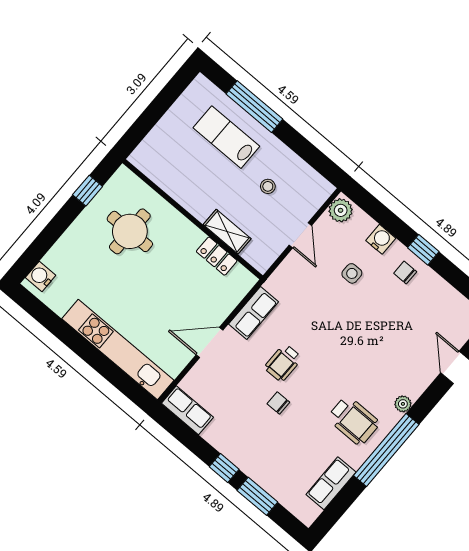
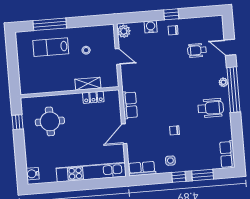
side table: (352, 273) -> (170, 161), moved
wheelchair: (283, 363) -> (197, 50), moved, turned 90
window: (386, 450) -> (233, 90), moved
row of seats: (331, 483) -> (227, 154), moved

